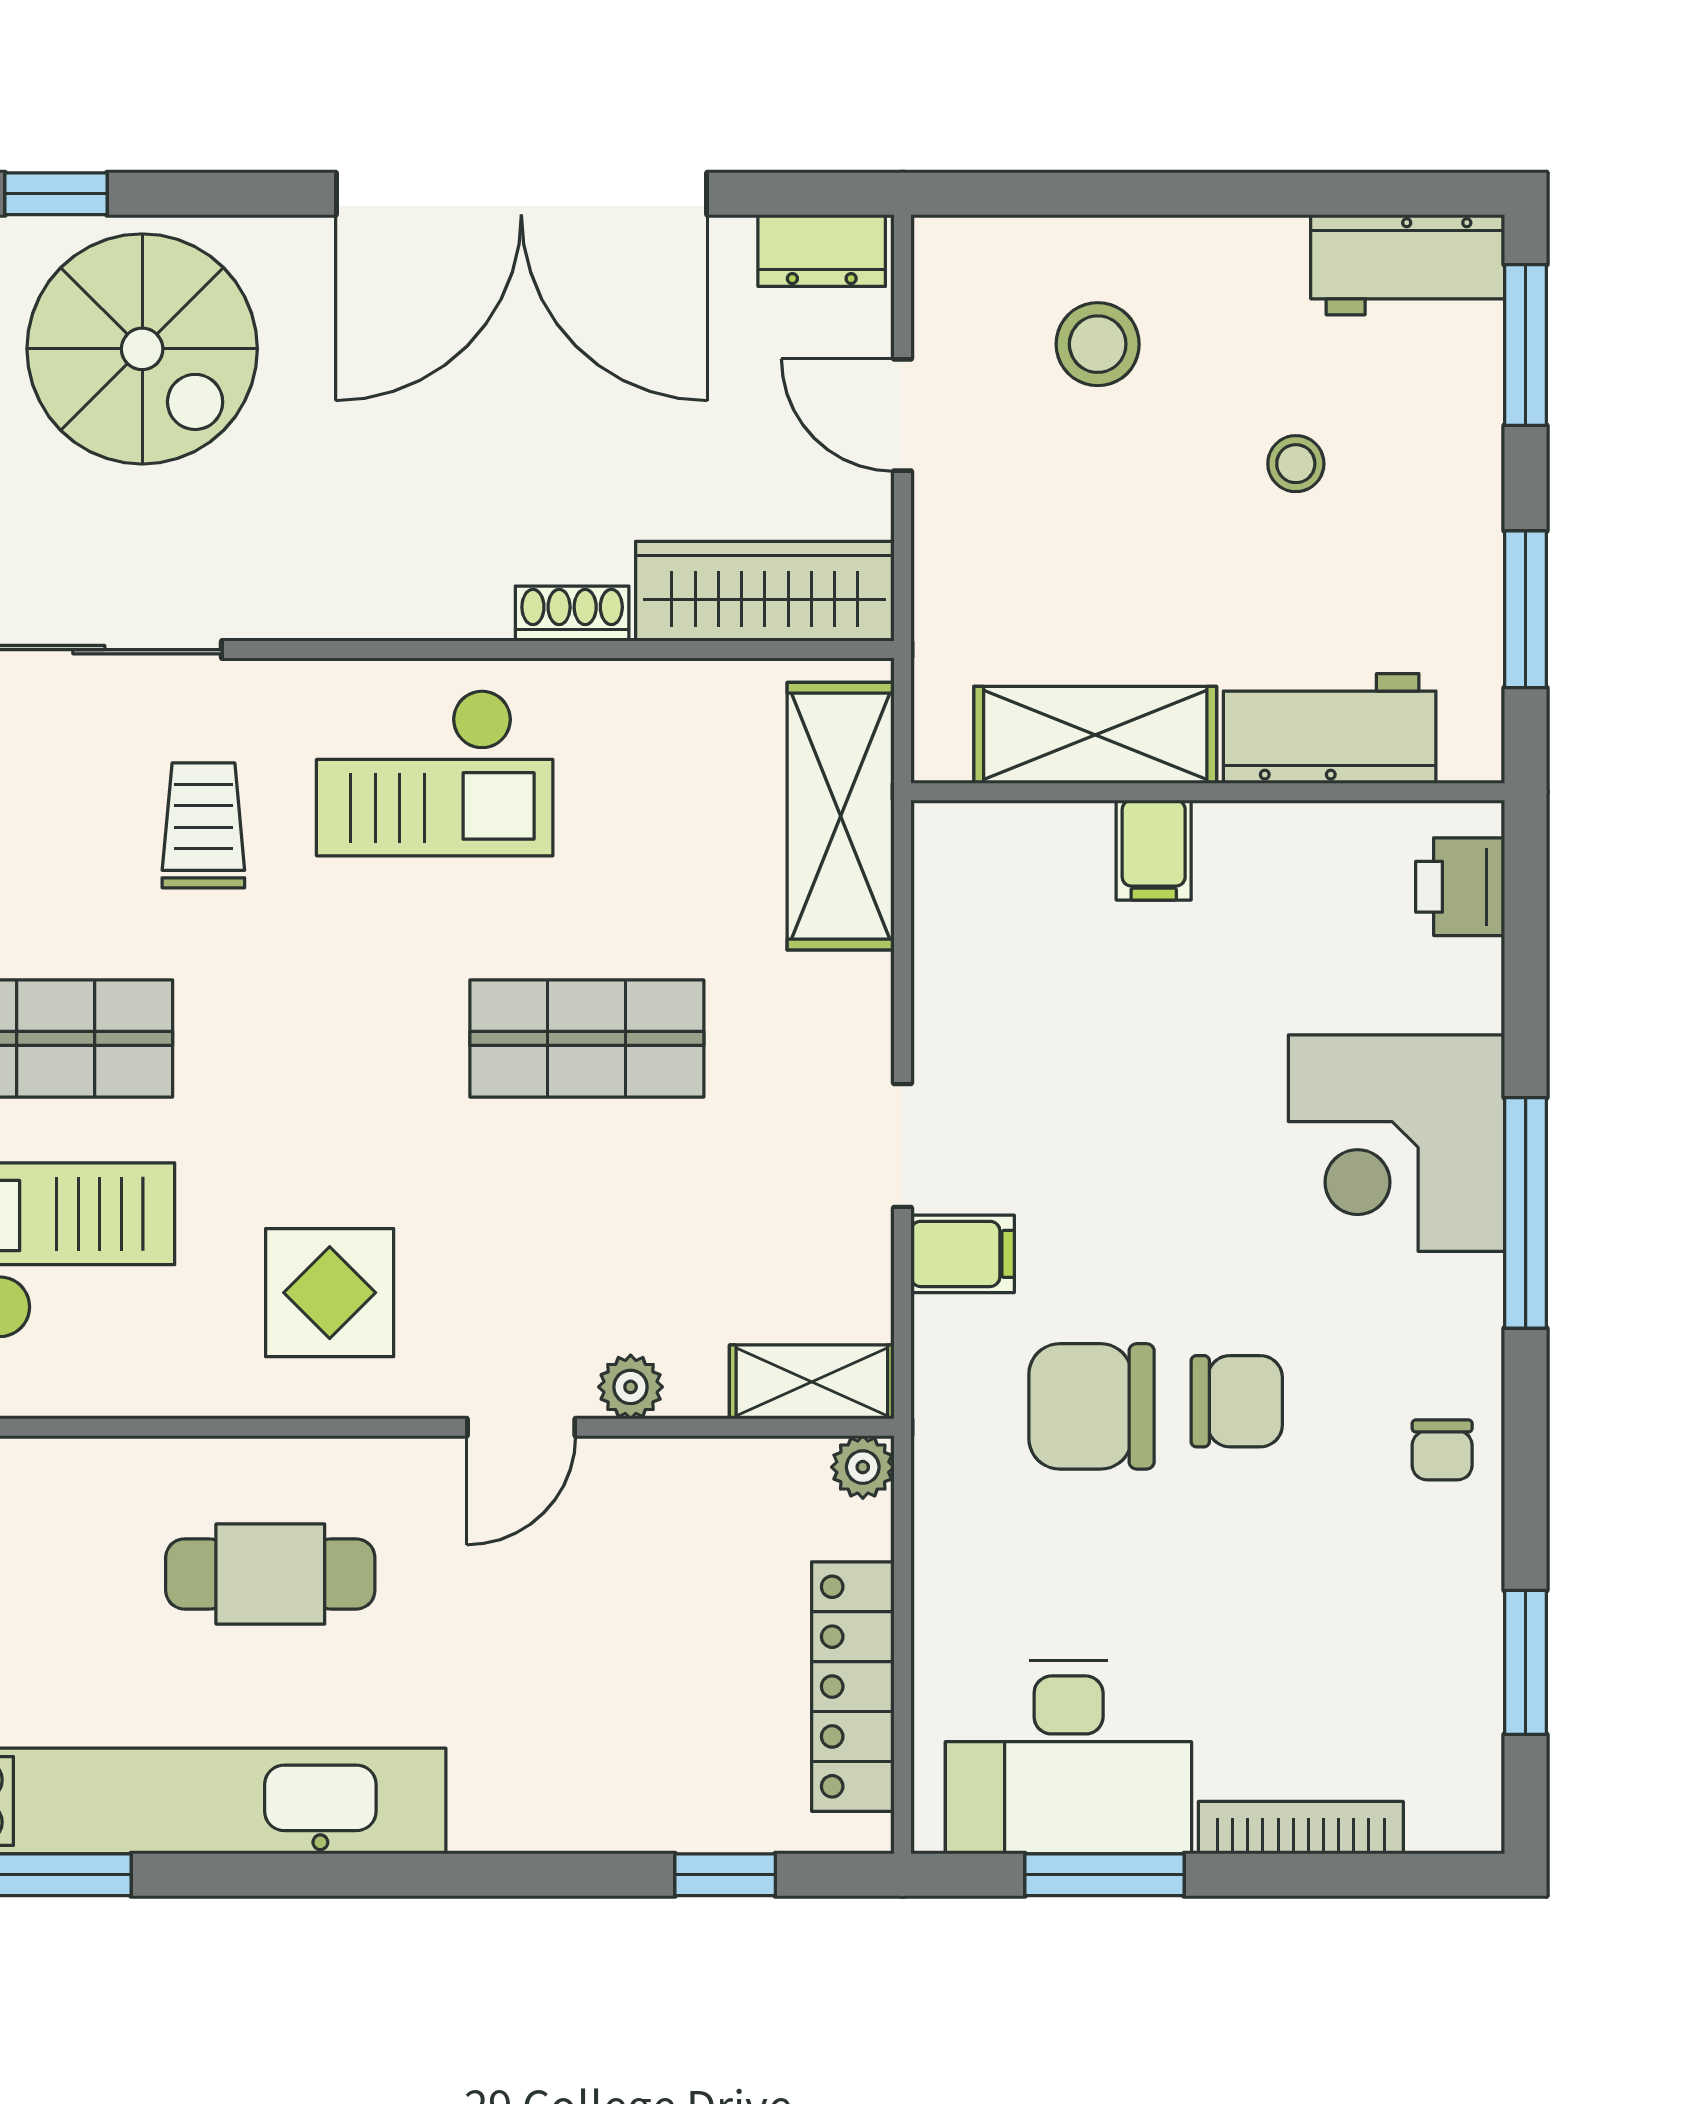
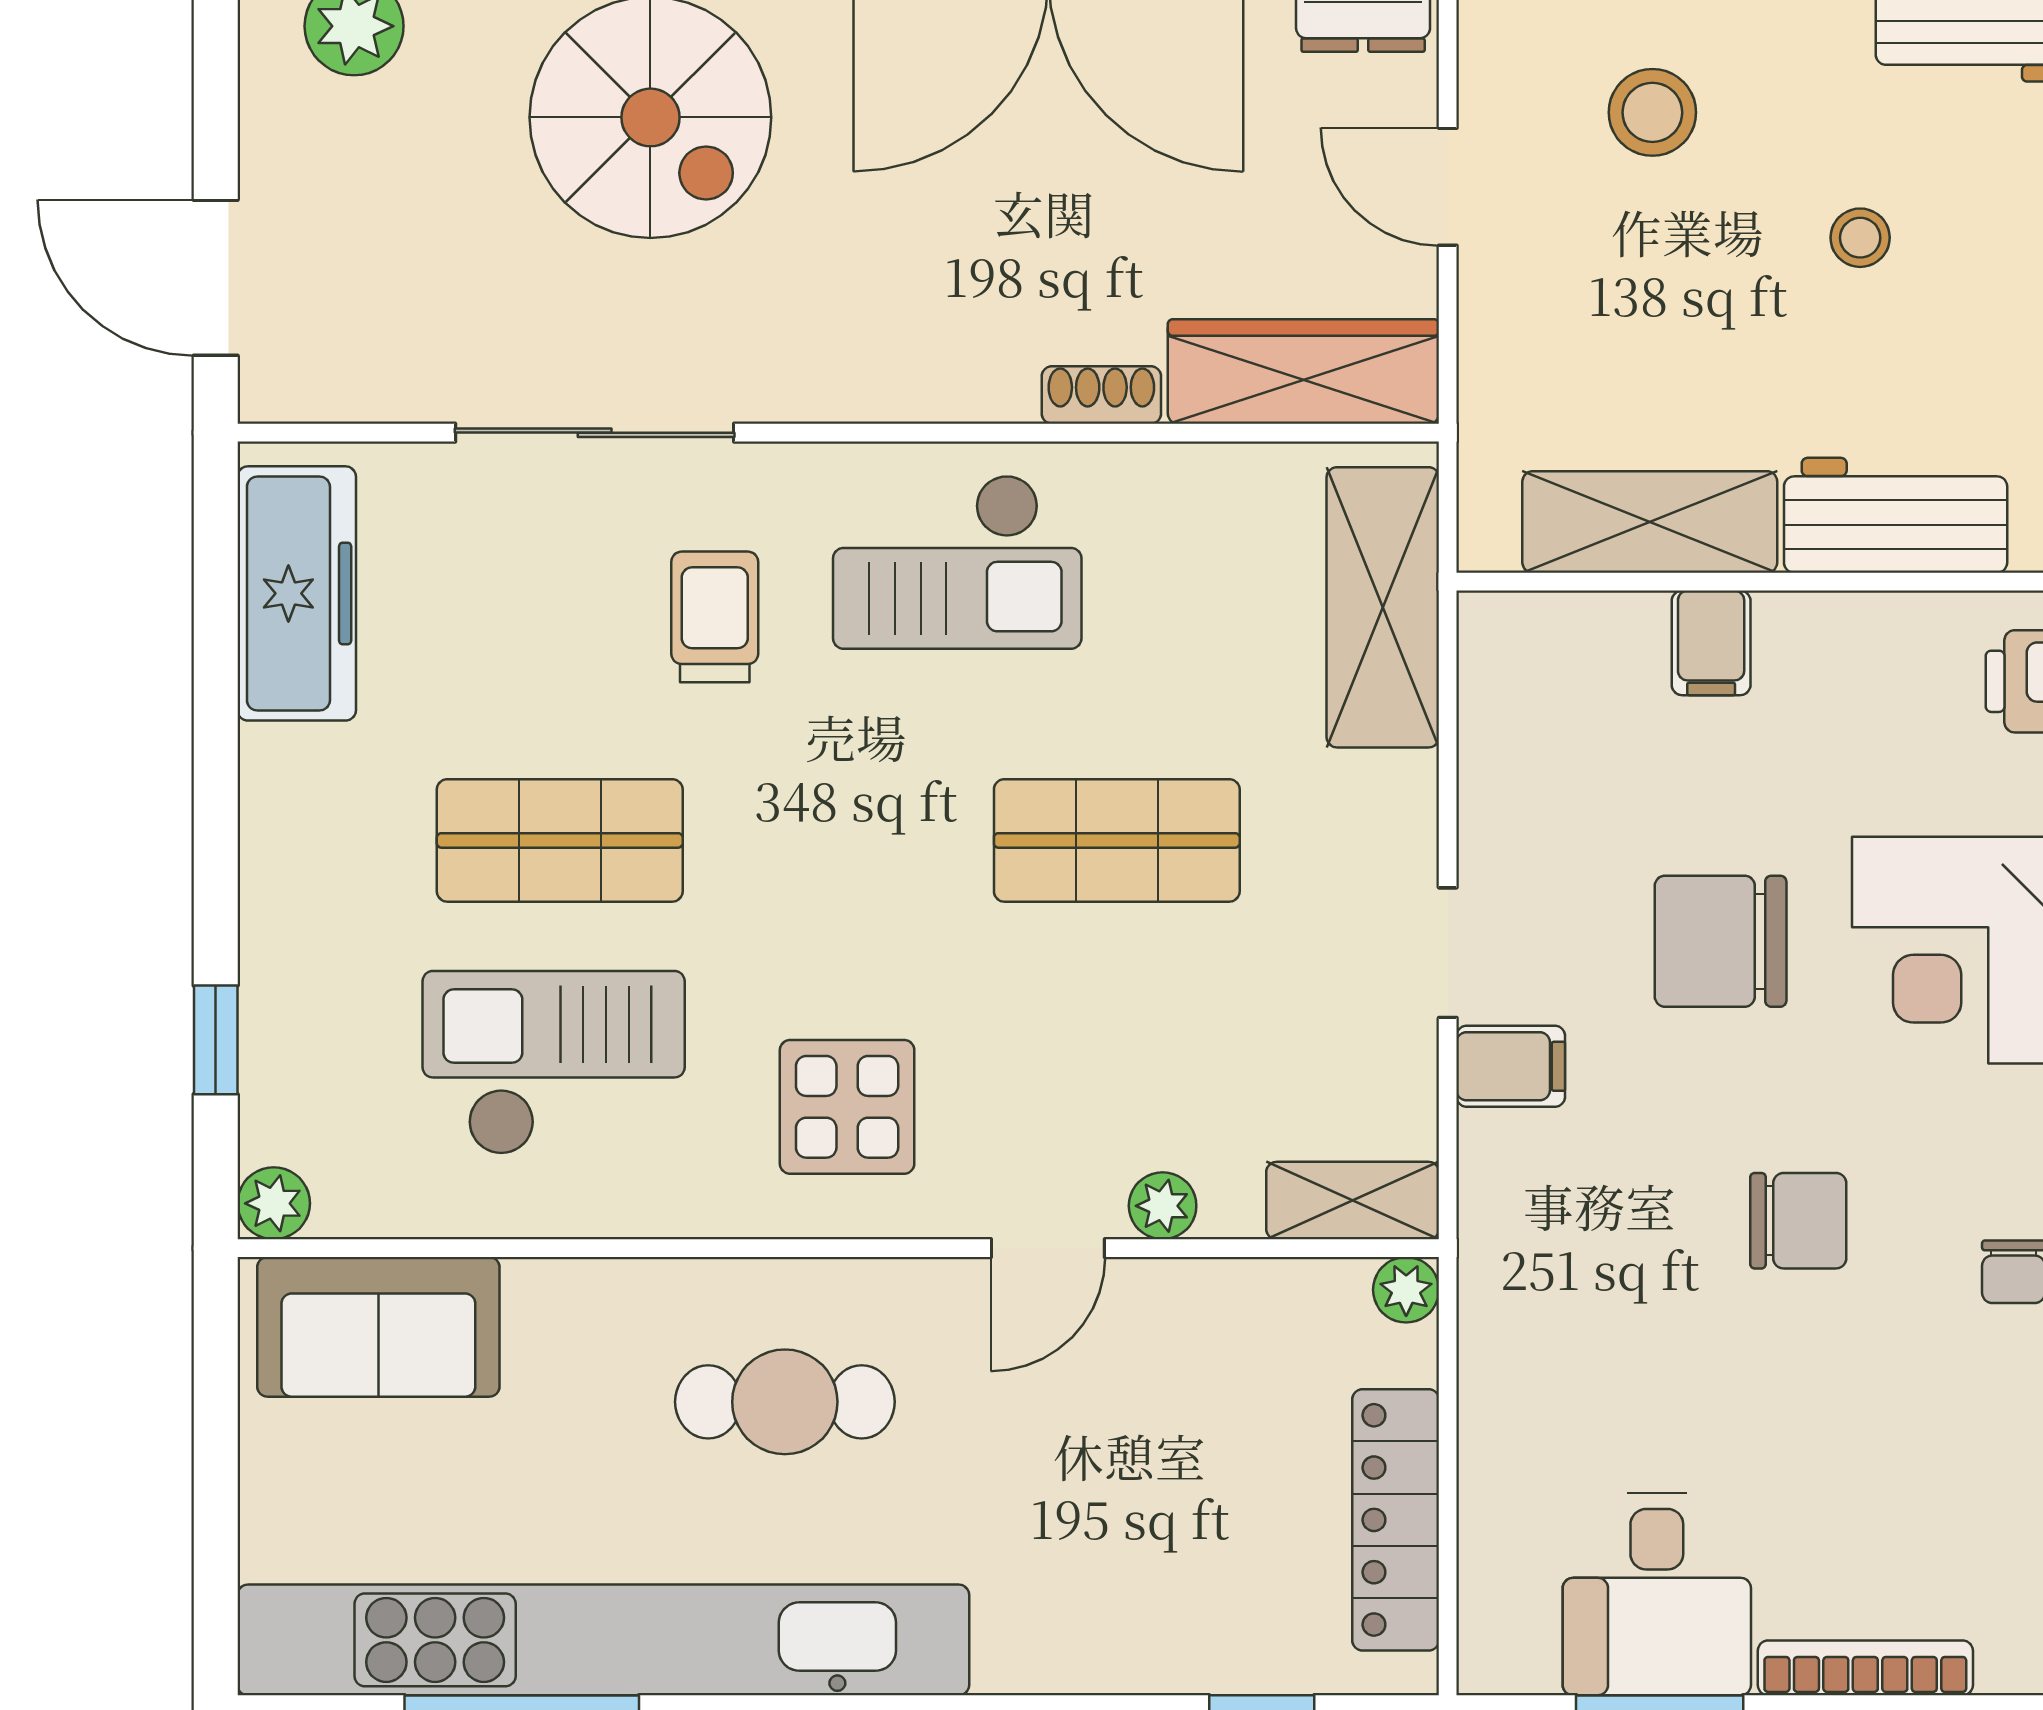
chair: (1091, 1406) -> (1721, 941), moved
desk: (1069, 1757) -> (1657, 1594), width x0.73

